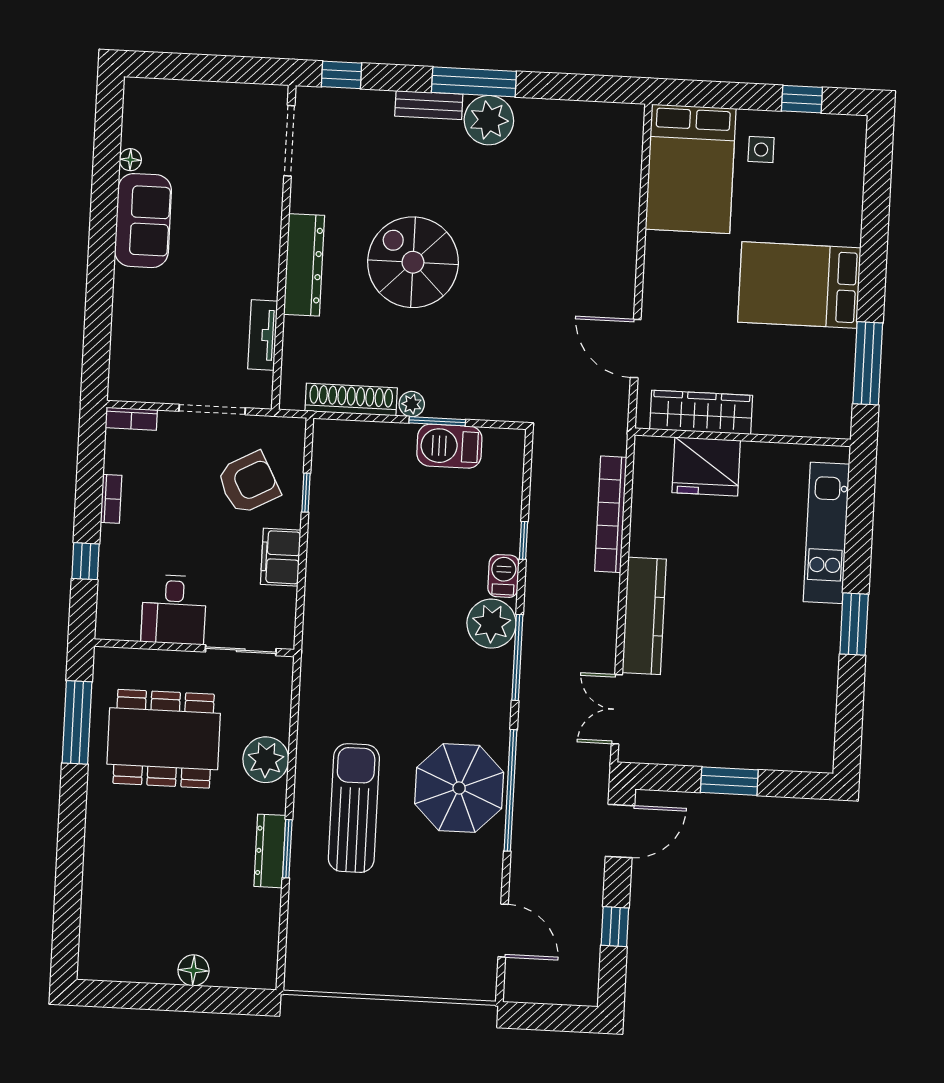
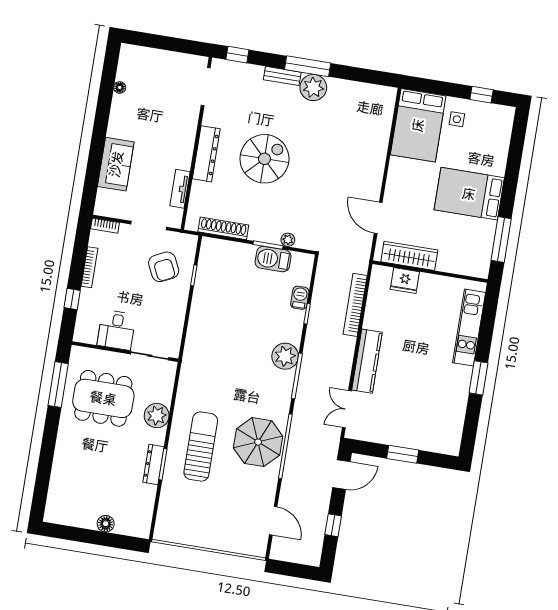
sofa: (143, 221) -> (116, 164), moved
spiral stairs: (413, 262) -> (264, 159), turned 90
plant: (412, 404) -> (288, 240), moved
fridge: (706, 466) -> (405, 281), width x0.73, depth x0.75
armchair: (248, 483) -> (164, 267), turned 92
bookcase: (111, 499) -> (89, 267), width x1.56
filing cabinet: (281, 557) -> (176, 308), removed
barbecue: (504, 576) -> (300, 298), moved

